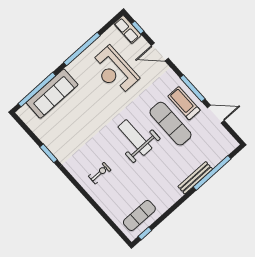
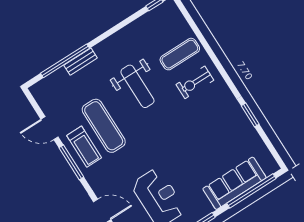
weight bench: (135, 138) -> (137, 86), moved
exercise bike: (100, 173) -> (195, 82), width x1.38, depth x1.39
bench: (195, 178) -> (81, 62), width x0.73
exercise mat: (139, 216) -> (180, 54), moved

